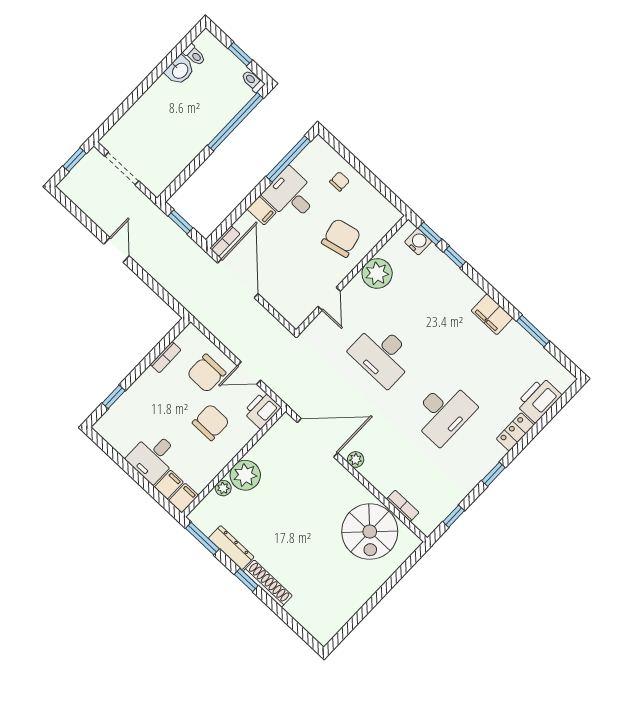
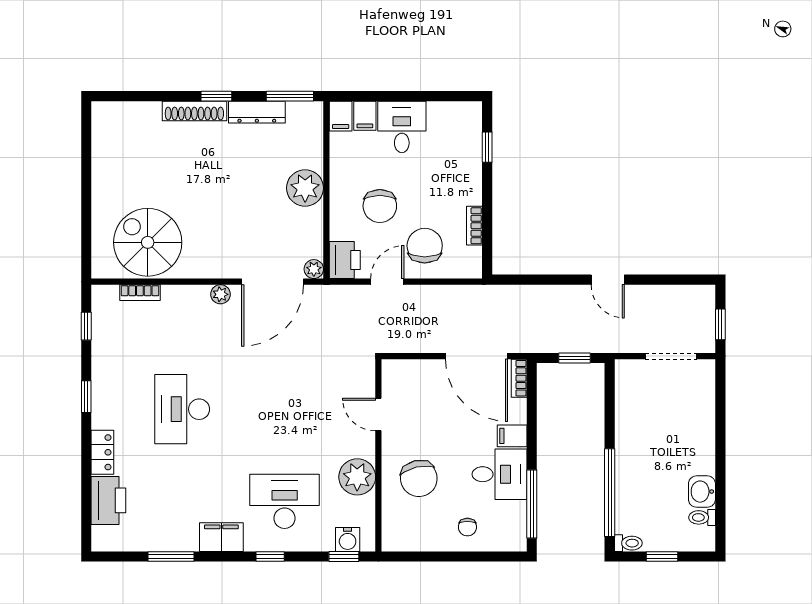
window: (455, 257) -> (270, 556), moved
desk: (382, 355) -> (285, 501), moved
plant: (223, 488) -> (314, 269), moved

